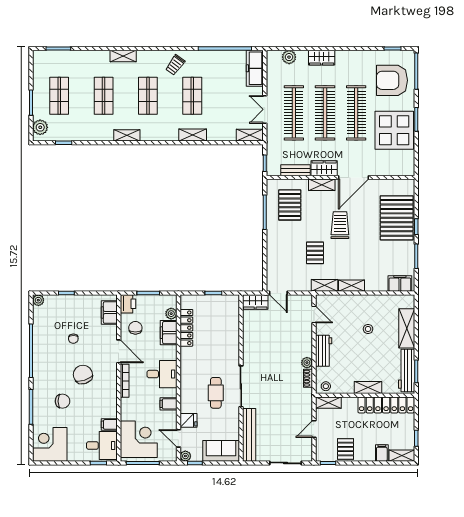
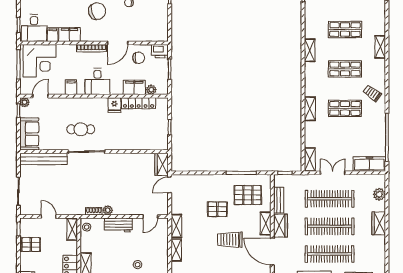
trolley: (340, 225) -> (230, 240), turned 180
pallet: (315, 253) -> (217, 209), moved
filing cabinet: (109, 313) -> (69, 35), moved
fridge: (188, 420) -> (114, 105), moved

